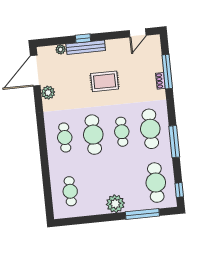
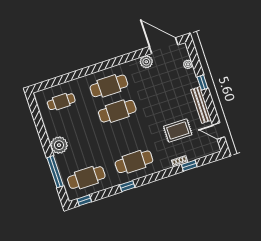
bench: (86, 47) -> (201, 105), moved
window: (167, 72) -> (189, 166), width x0.46
rug: (105, 81) -> (178, 131), moved, turned 90
cafe table: (122, 132) -> (126, 136), removed
cafe table: (65, 137) -> (109, 86), width x1.37, depth x1.35
window: (174, 142) -> (127, 186), width x0.46

